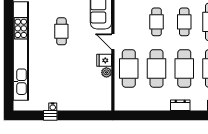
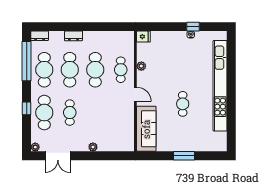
cafe table: (157, 22) -> (95, 113), removed
fridge: (104, 60) -> (143, 37), moved
cafe table: (129, 68) -> (121, 70), width x0.73, depth x0.74

